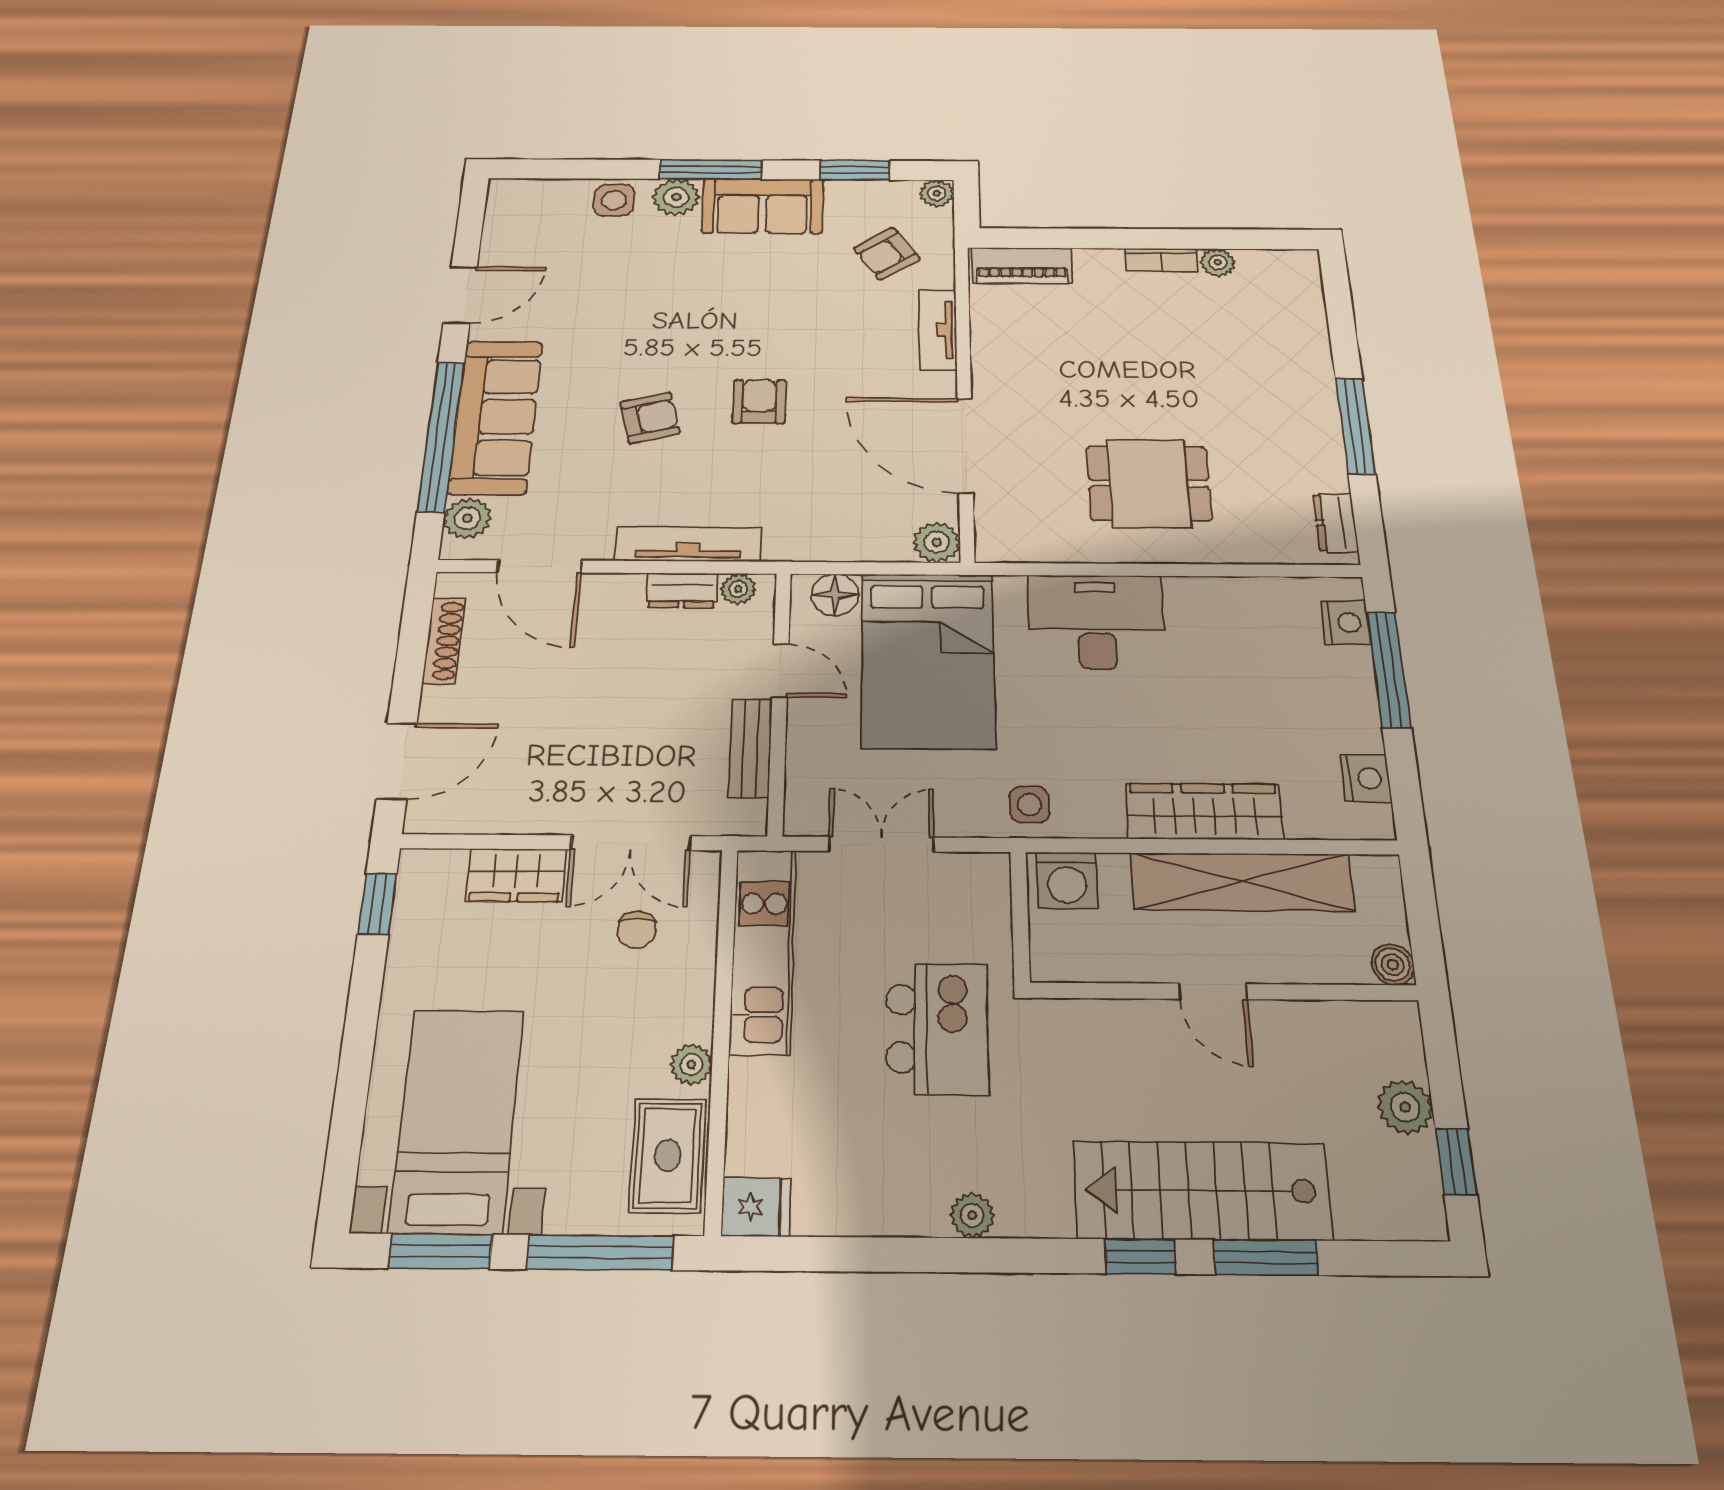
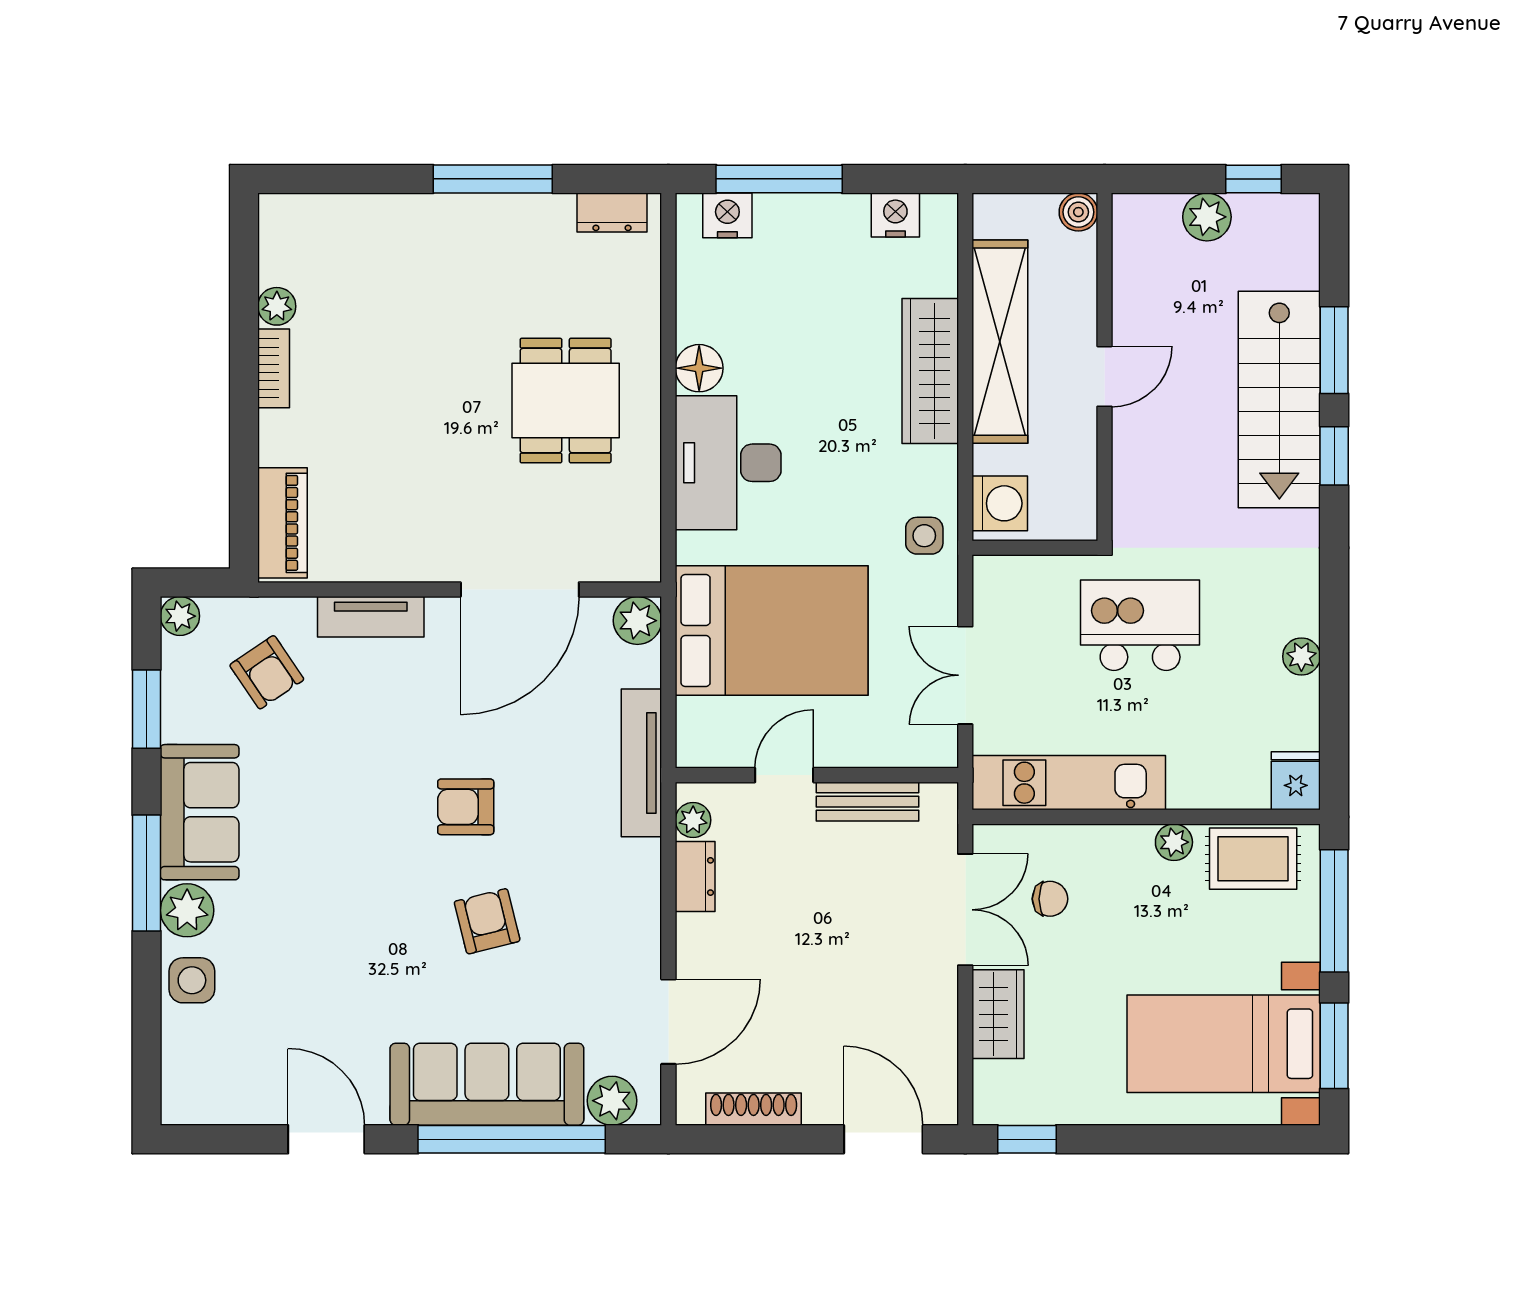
tv unit: (688, 544) -> (641, 763), moved
floor lamp: (835, 595) -> (699, 368), moved
plant: (972, 1215) -> (1301, 656), moved

